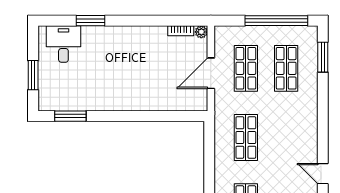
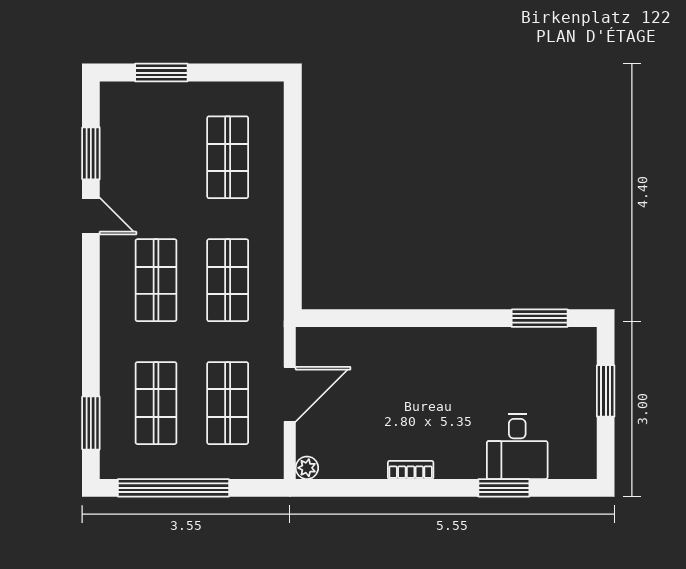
bookcase: (181, 31) -> (411, 470), moved
desk: (63, 44) -> (517, 446), moved
shop shelf: (286, 137) -> (156, 280), added

